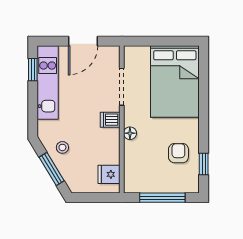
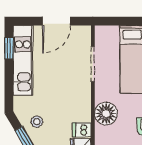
dishwasher: (110, 120) -> (82, 130), moved
floor lamp: (130, 133) -> (106, 114), width x1.89, depth x1.89

